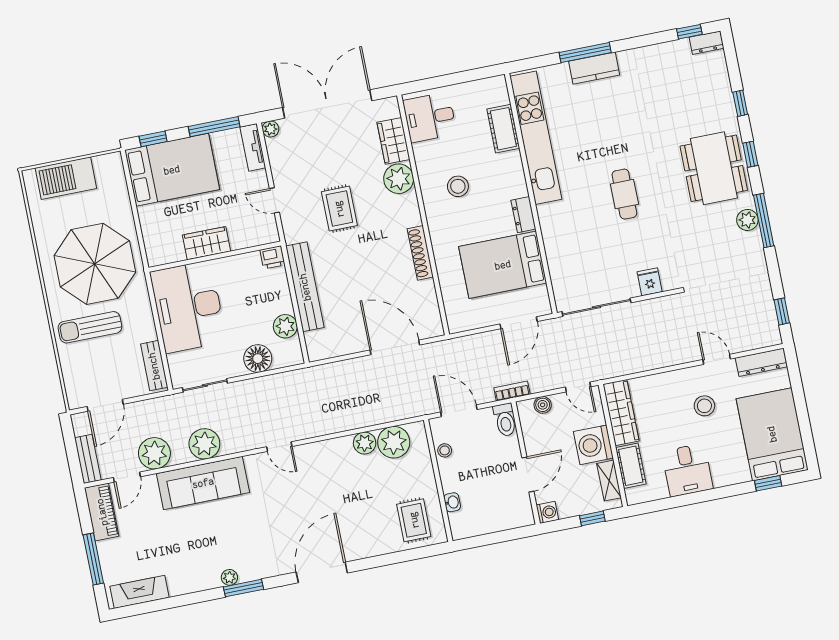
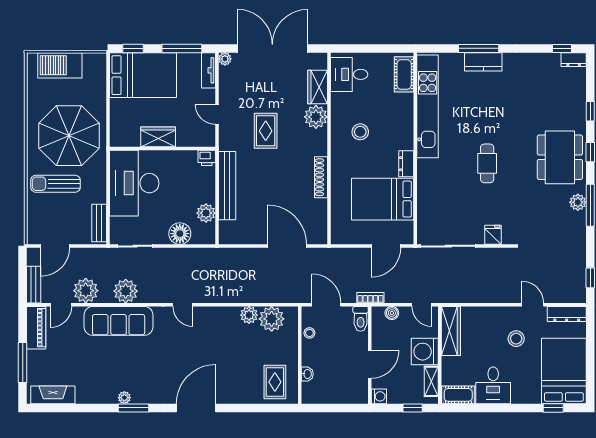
cot: (503, 129) -> (404, 74), moved
cot: (631, 466) -> (458, 395), moved, turned 90

